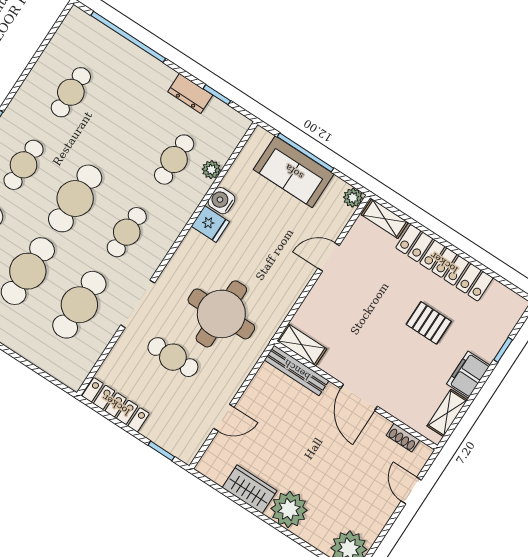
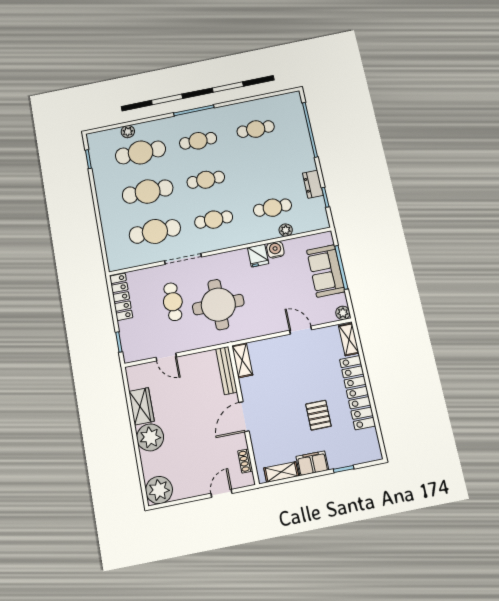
cafe table: (75, 198) -> (206, 180), width x0.73, depth x0.74

